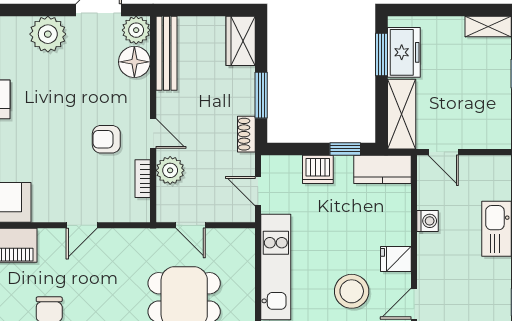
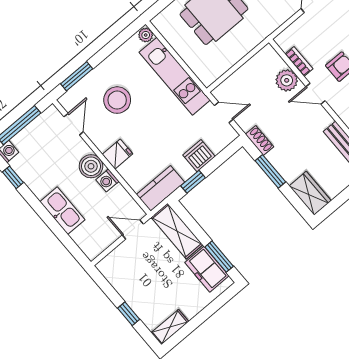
door: (191, 225) -> (247, 58), removed
boiler: (432, 248) -> (91, 166), added
fridge: (396, 259) -> (117, 154), moved

